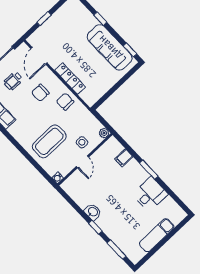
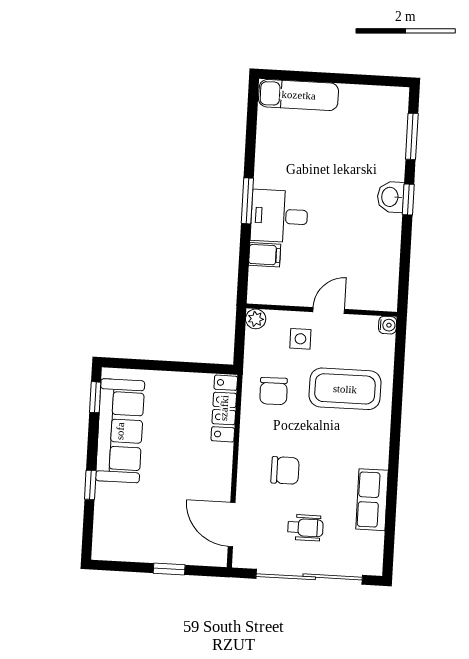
door: (39, 56) -> (232, 524), swing flipped
locker: (70, 79) -> (224, 408), moved
chair: (65, 102) -> (274, 391), moved
desk: (150, 194) -> (279, 216), moved
washbasin: (93, 212) -> (391, 197), moved
exam couch: (157, 235) -> (299, 95), moved

